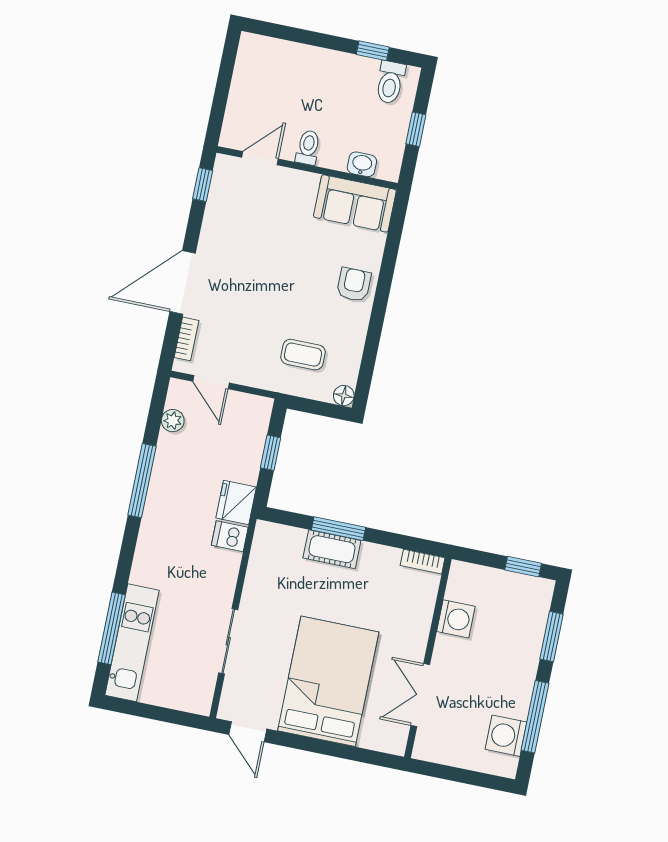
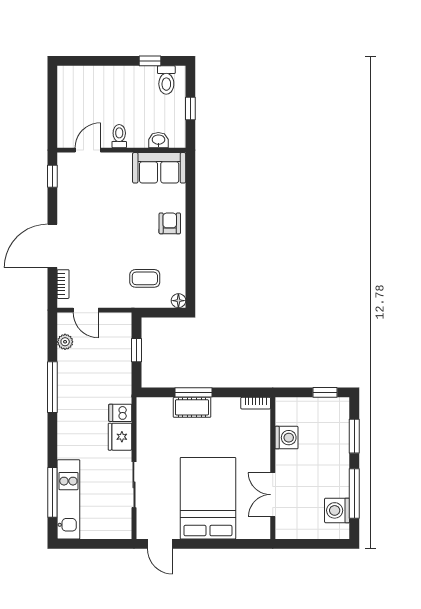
fridge: (236, 503) -> (120, 437), moved

